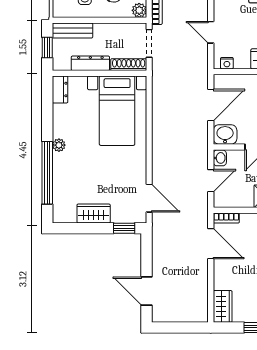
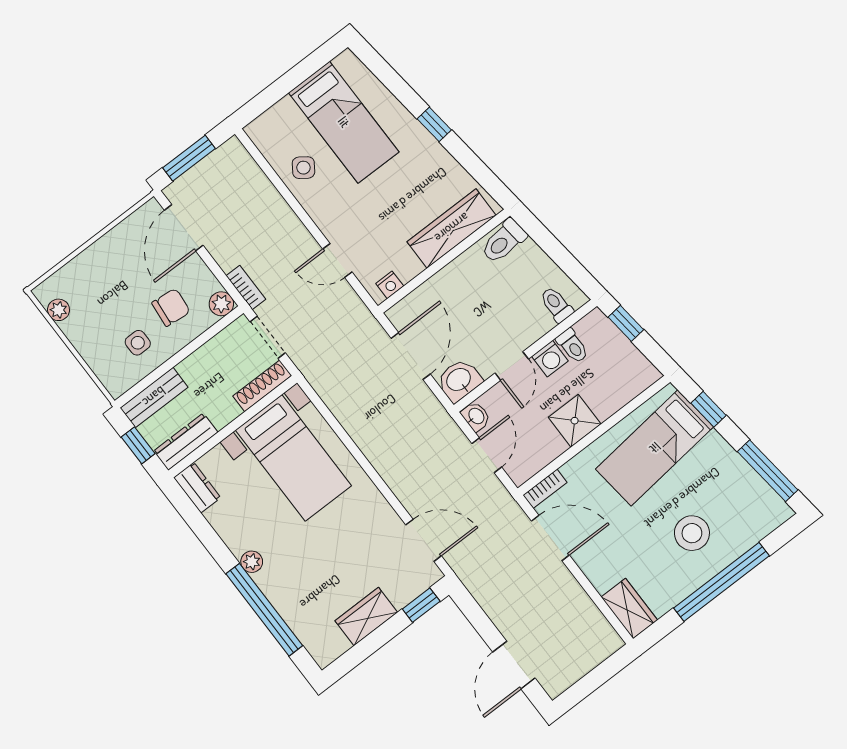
dresser: (90, 63) -> (186, 442), moved
door: (147, 291) -> (514, 665), hinge flipped

